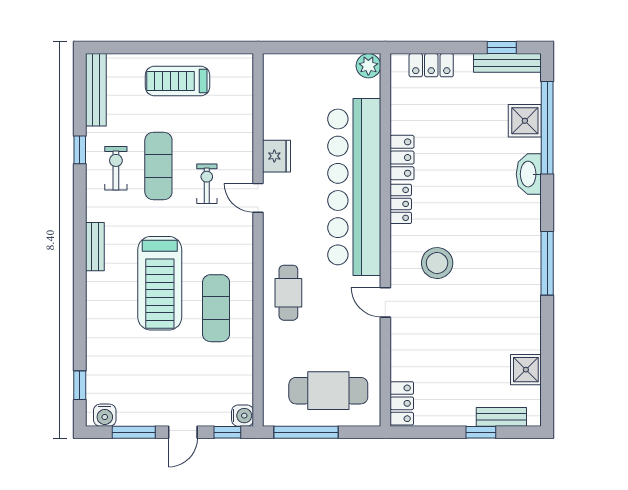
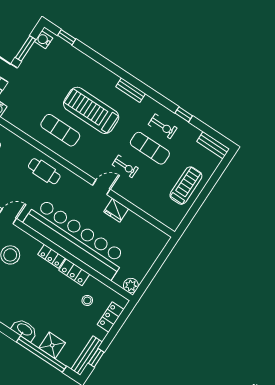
bench: (96, 90) -> (213, 145), width x0.73
stool: (430, 113) -> (87, 300), added

